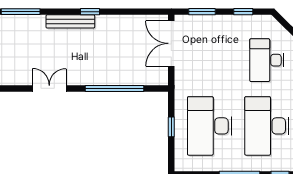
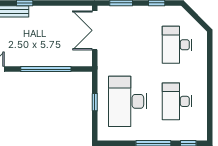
desk: (267, 126) -> (177, 101), width x0.73, depth x0.77

